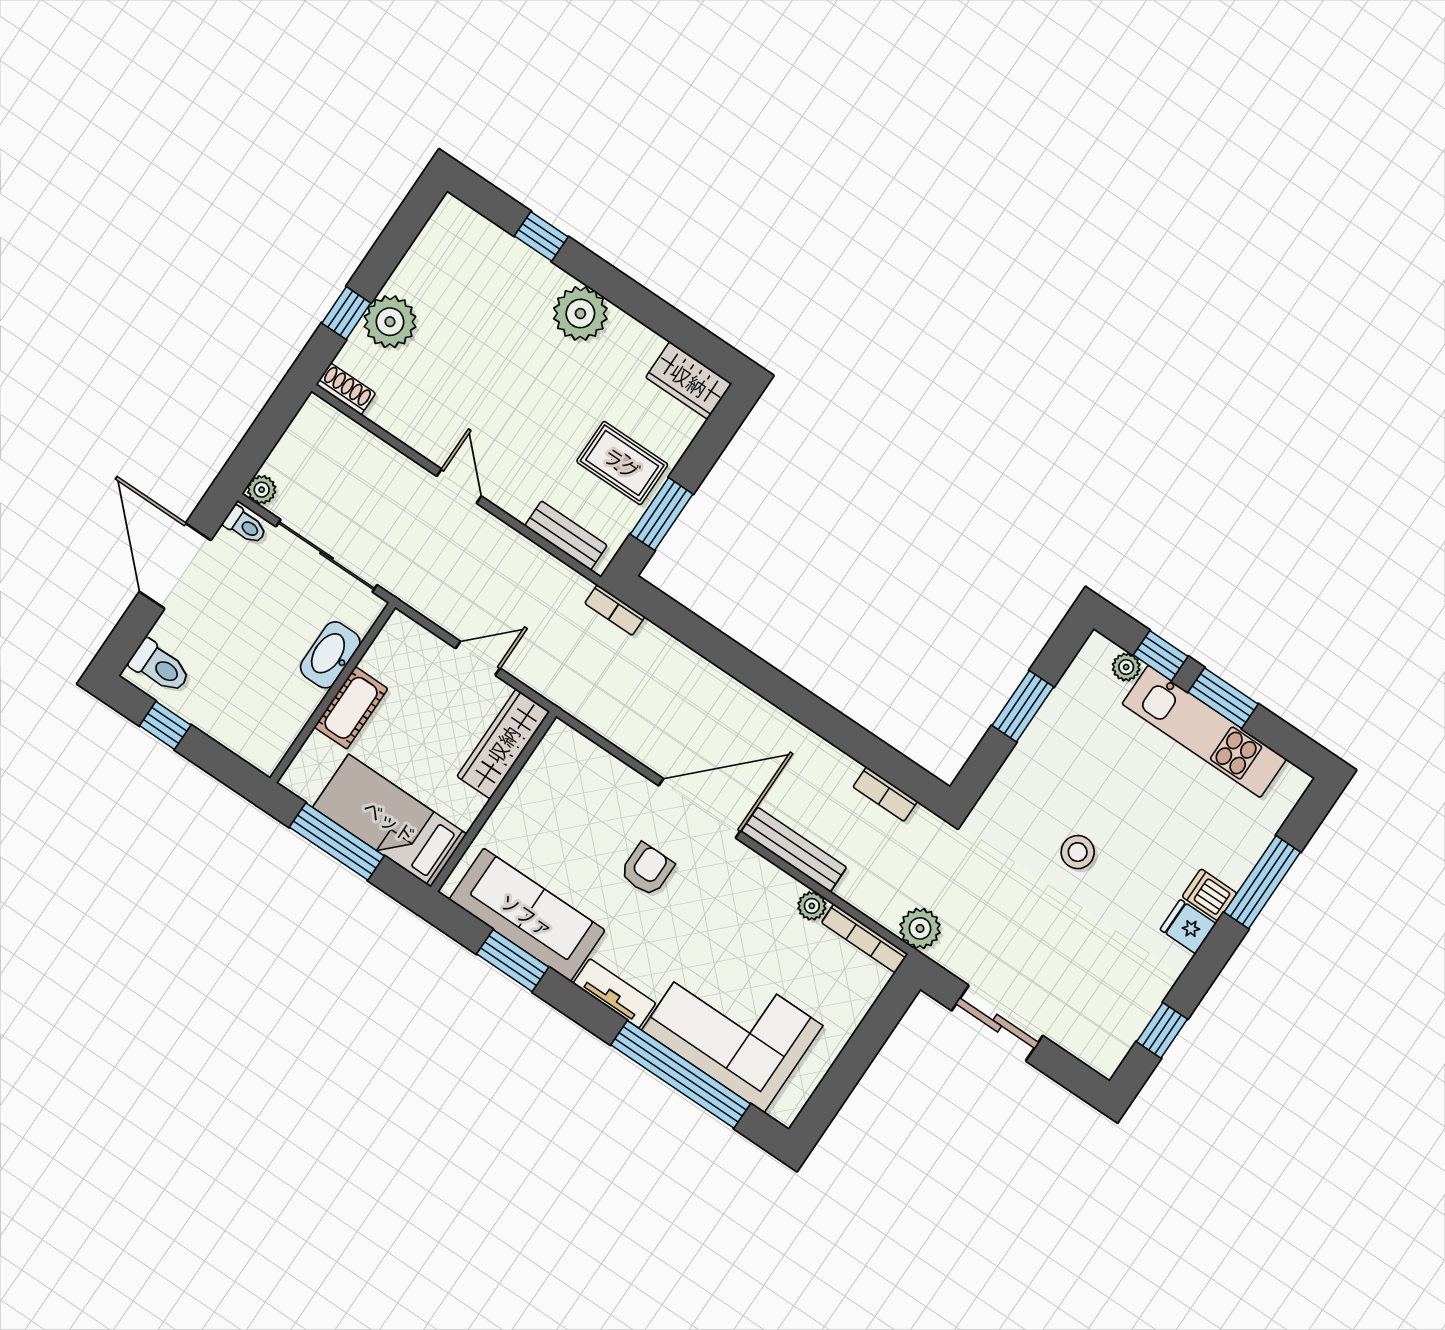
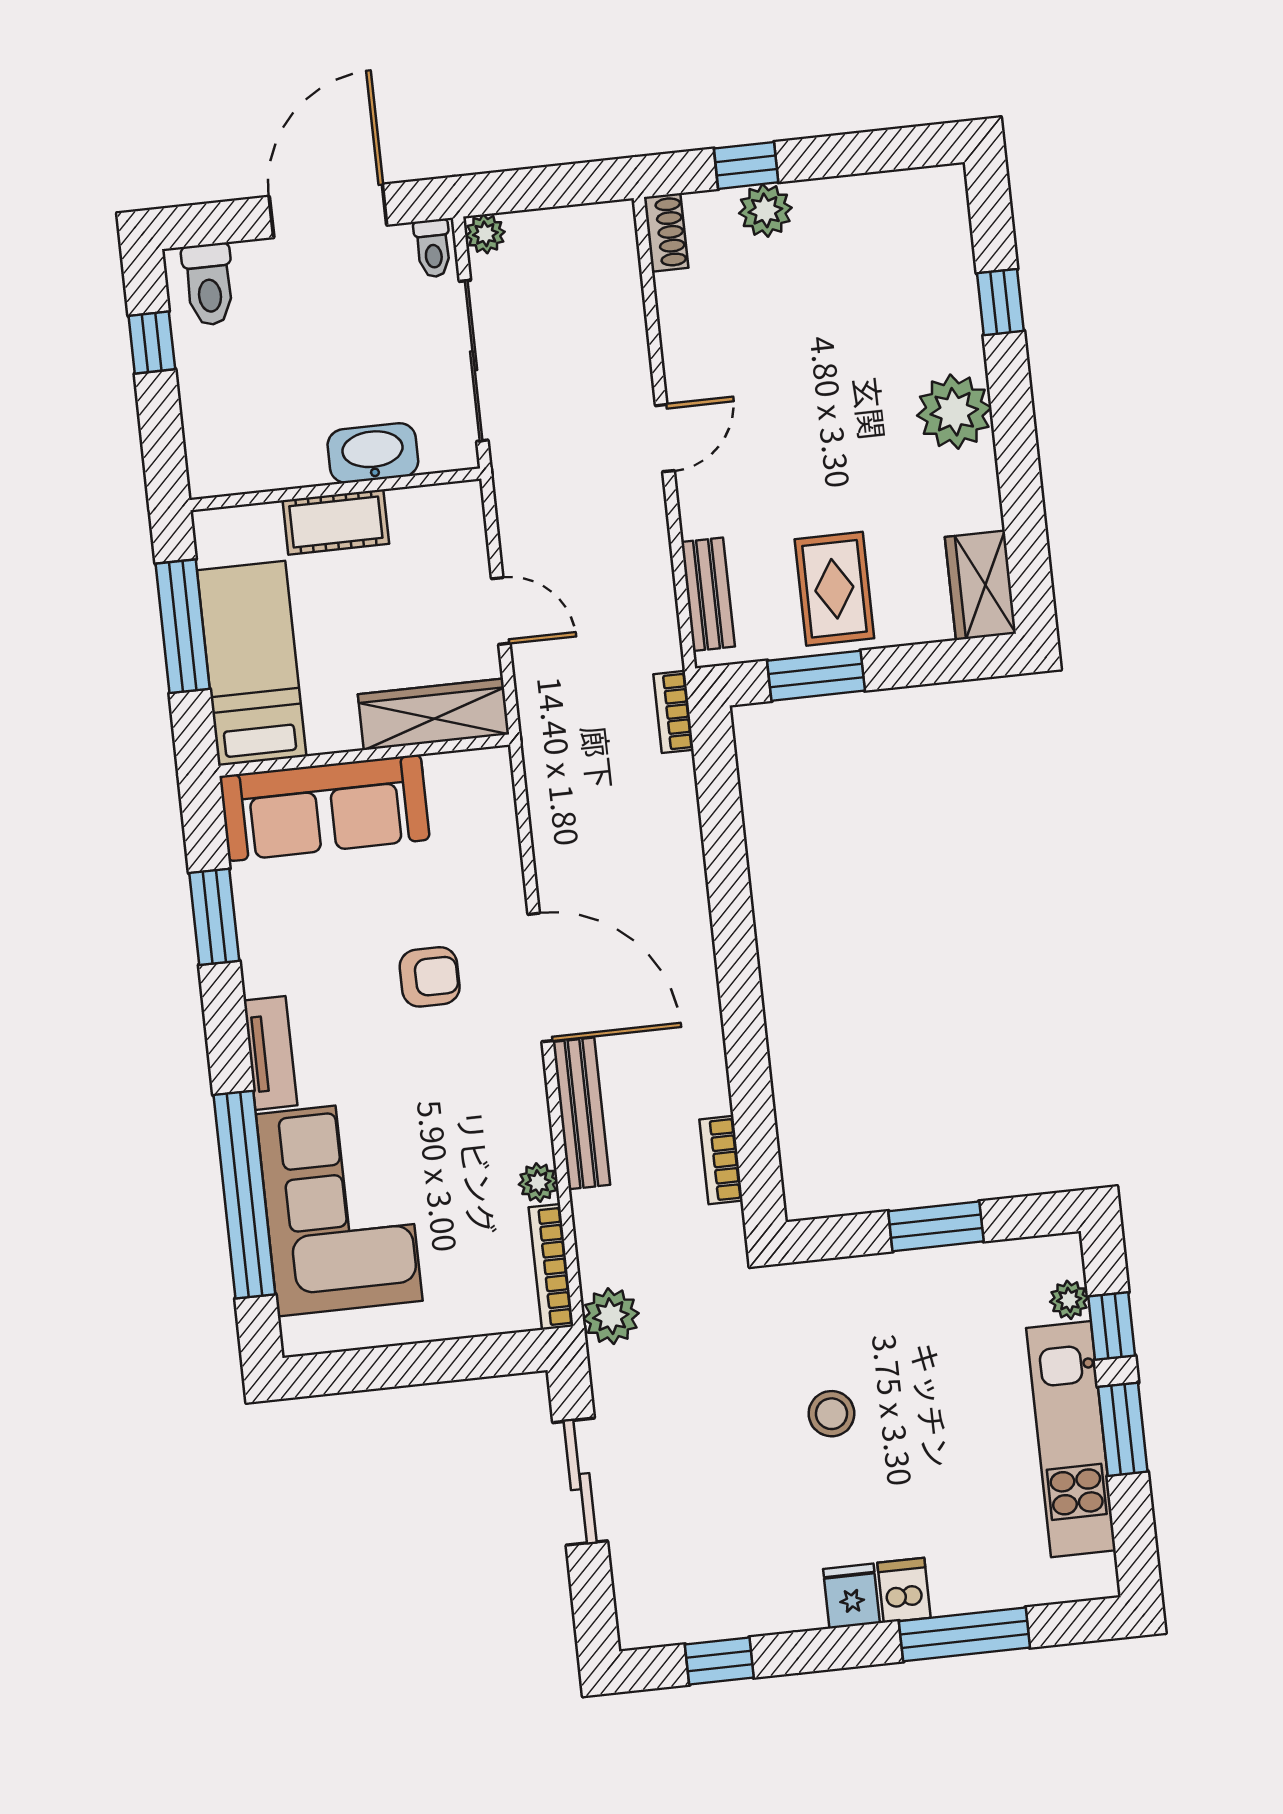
plant: (390, 322) -> (765, 210), width x0.73, depth x0.73
sofa: (527, 915) -> (324, 808), moved, turned 90

